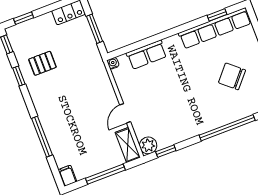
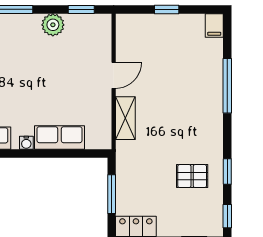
water cooler: (113, 63) -> (26, 143), moved
shelving: (128, 145) -> (125, 118), moved
plant: (148, 145) -> (53, 25), moved
window: (105, 174) -> (167, 9), width x0.46

